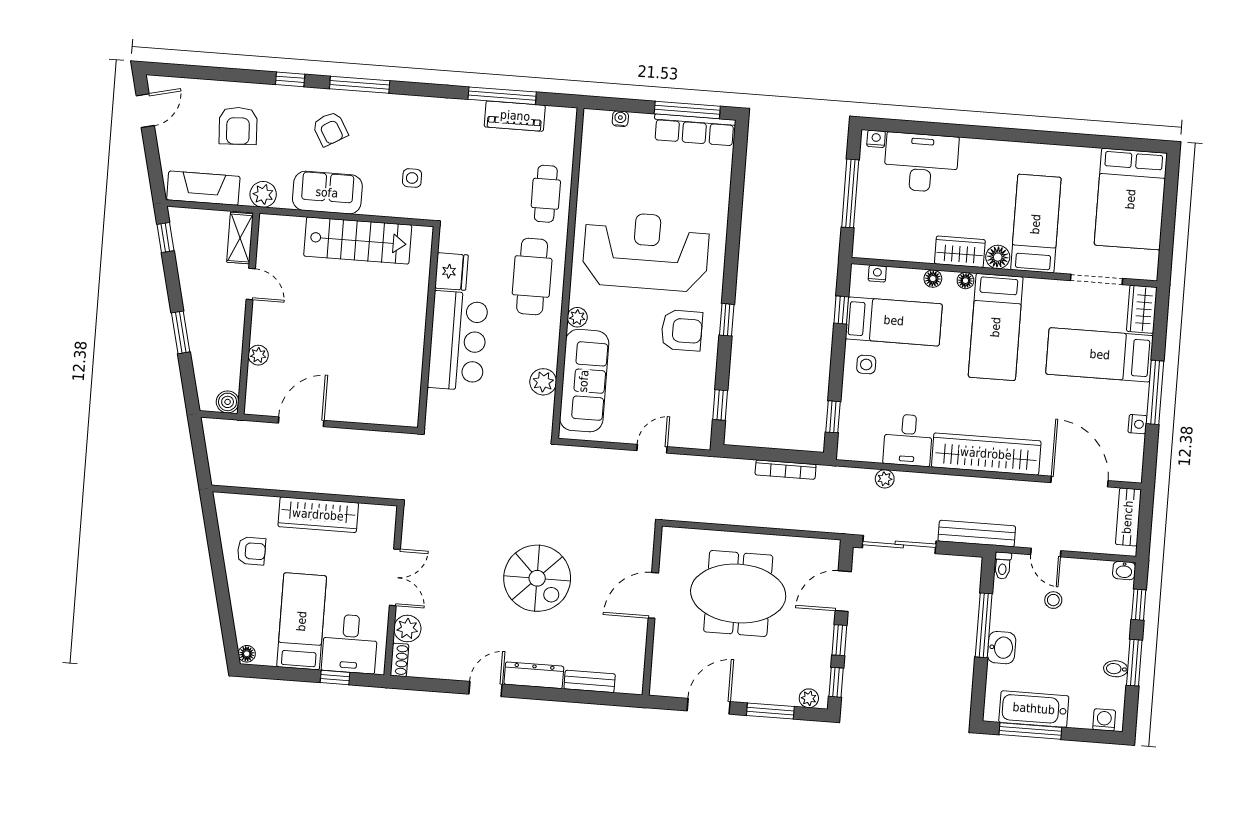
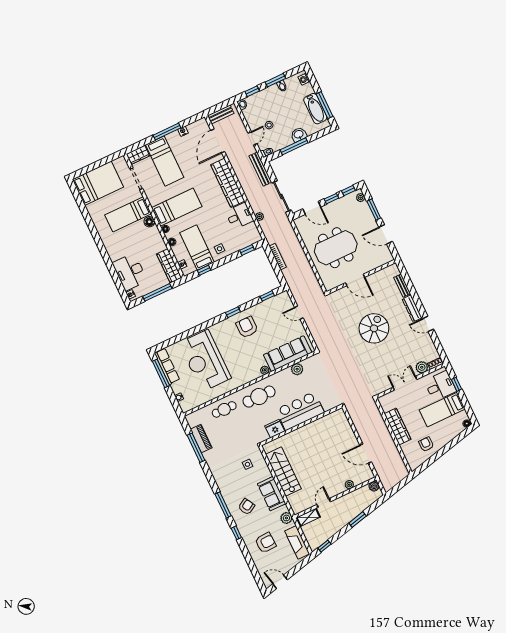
reception desk: (646, 251) -> (205, 361), moved
wardrobe: (960, 252) -> (169, 266), moved, width x1.50
meeting table: (738, 593) -> (336, 248), turned 90

